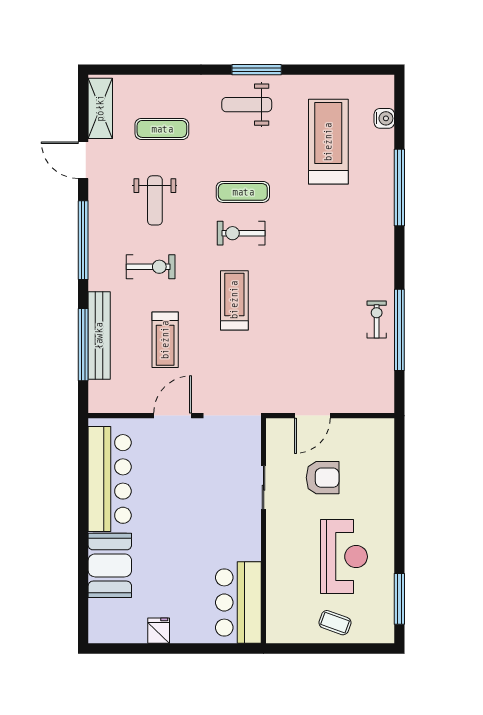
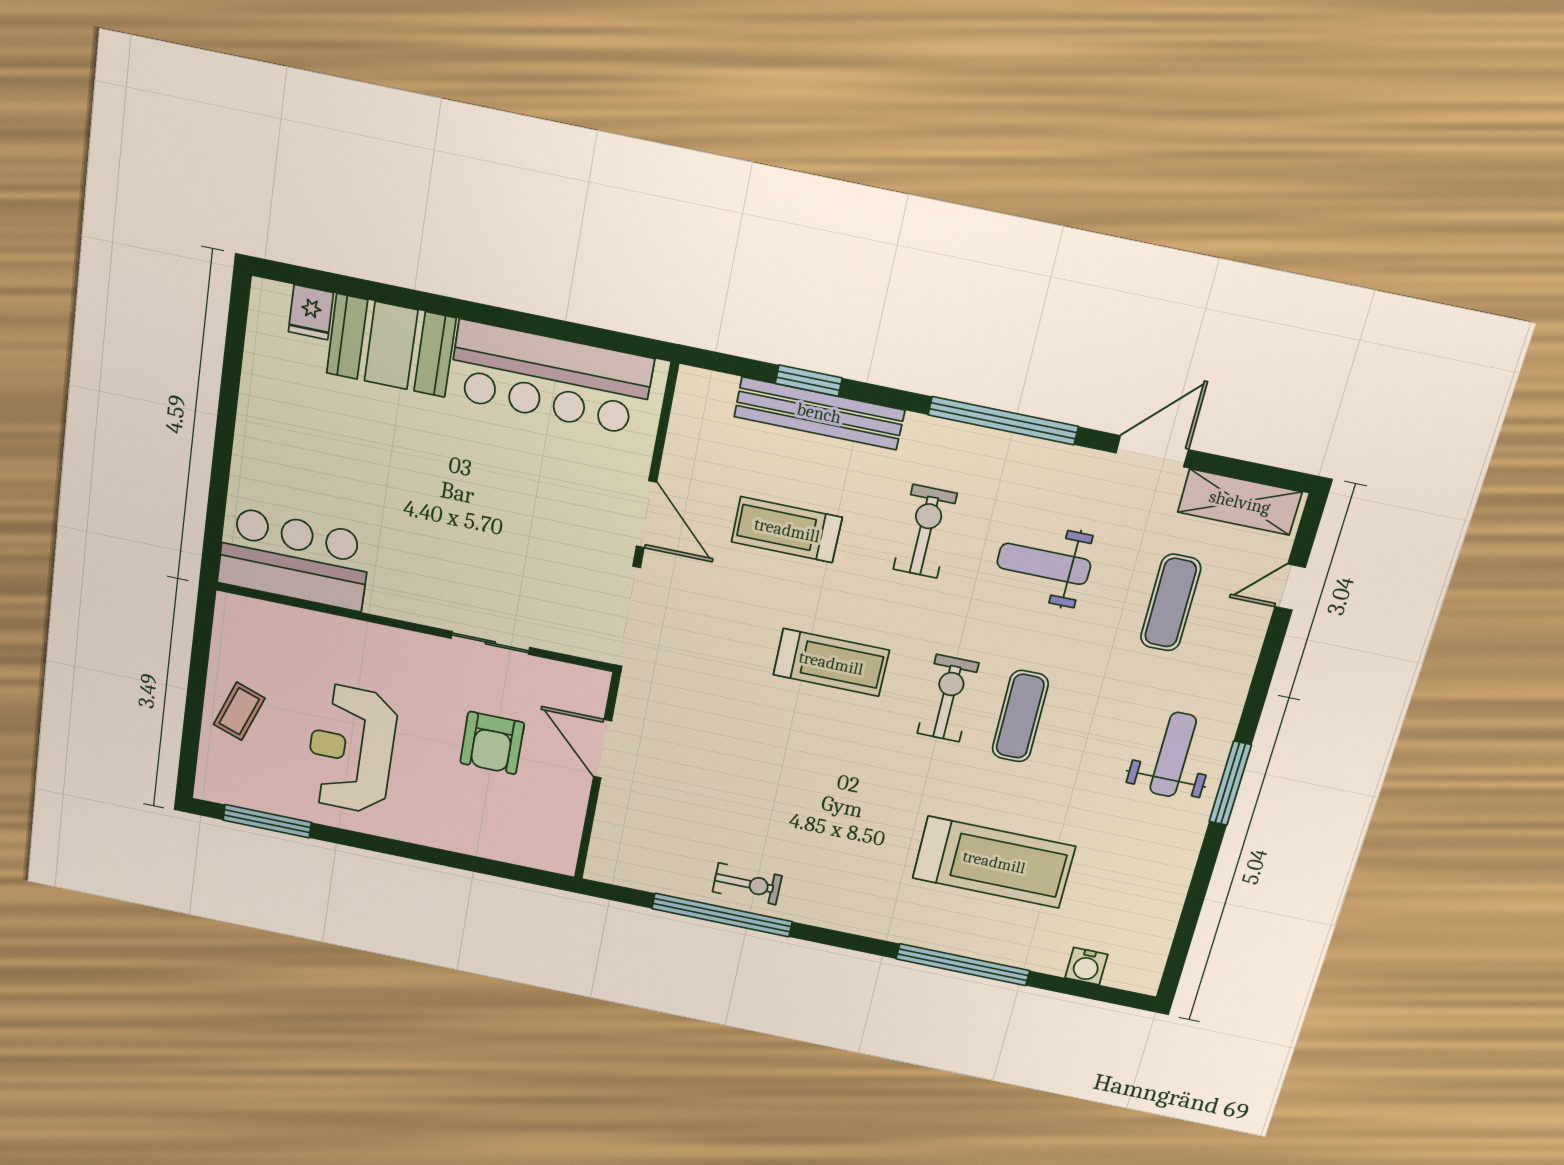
door: (140, 70) -> (1290, 587), added
treadmill: (328, 142) -> (994, 862), moved
exercise bike: (151, 267) -> (925, 531), turned 180
window: (83, 345) -> (809, 381), width x0.47
reception desk: (344, 557) -> (351, 749), turned 90
fridge: (159, 631) -> (311, 312), moved, turned 90

